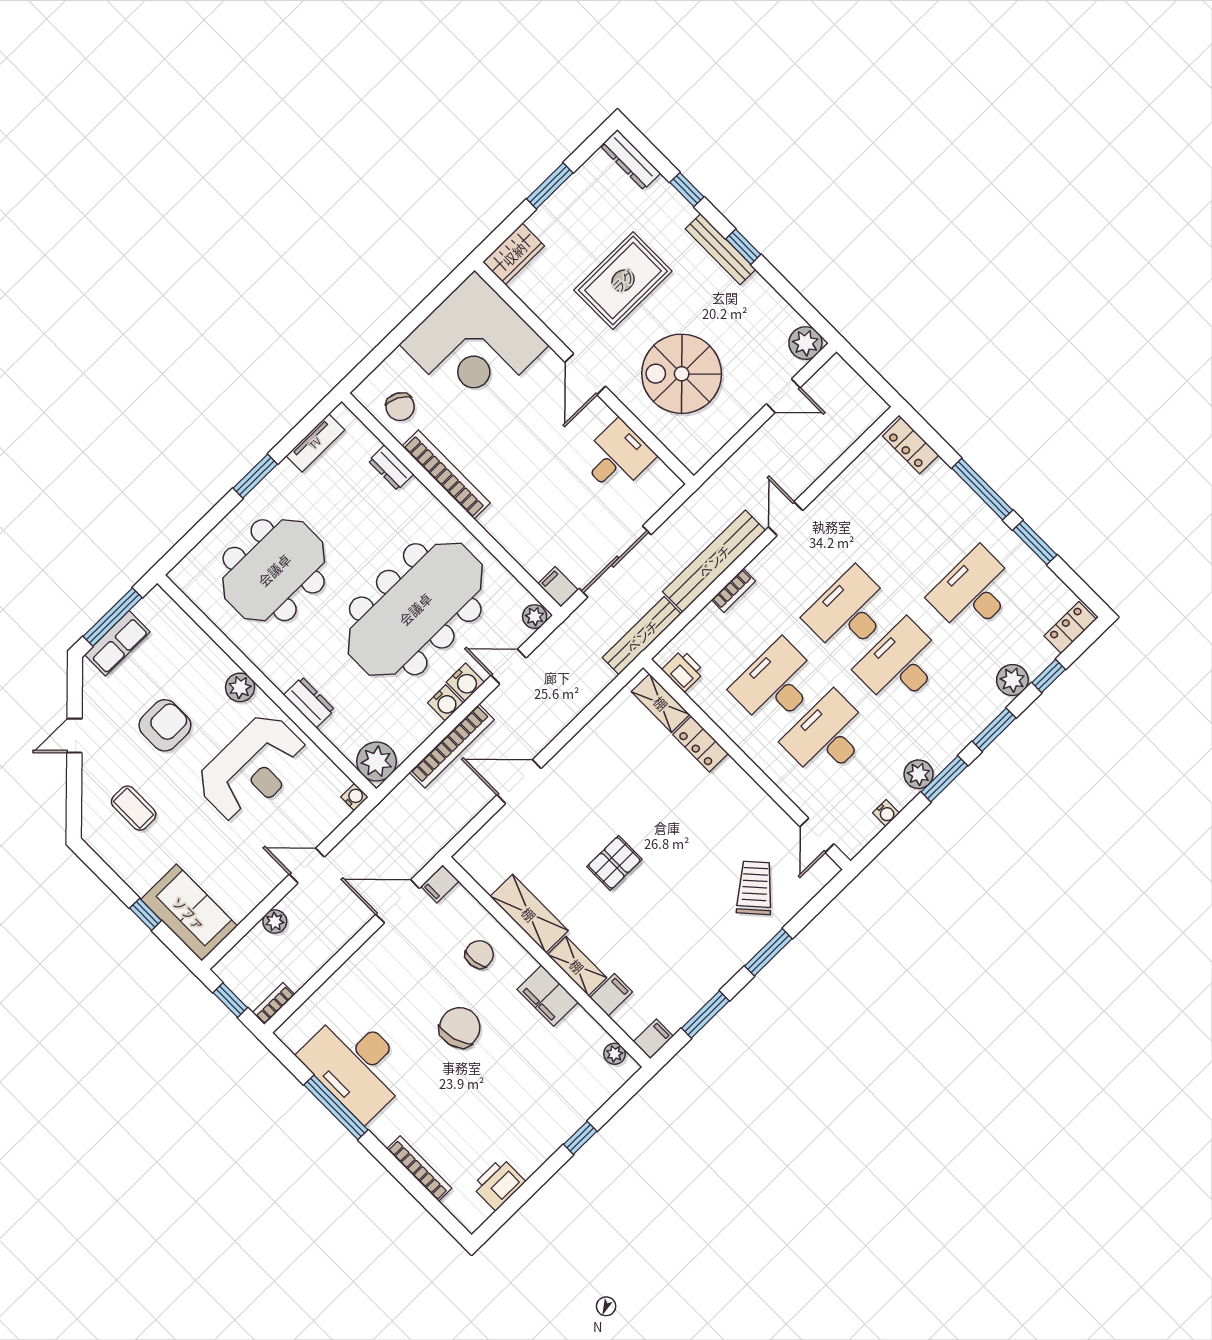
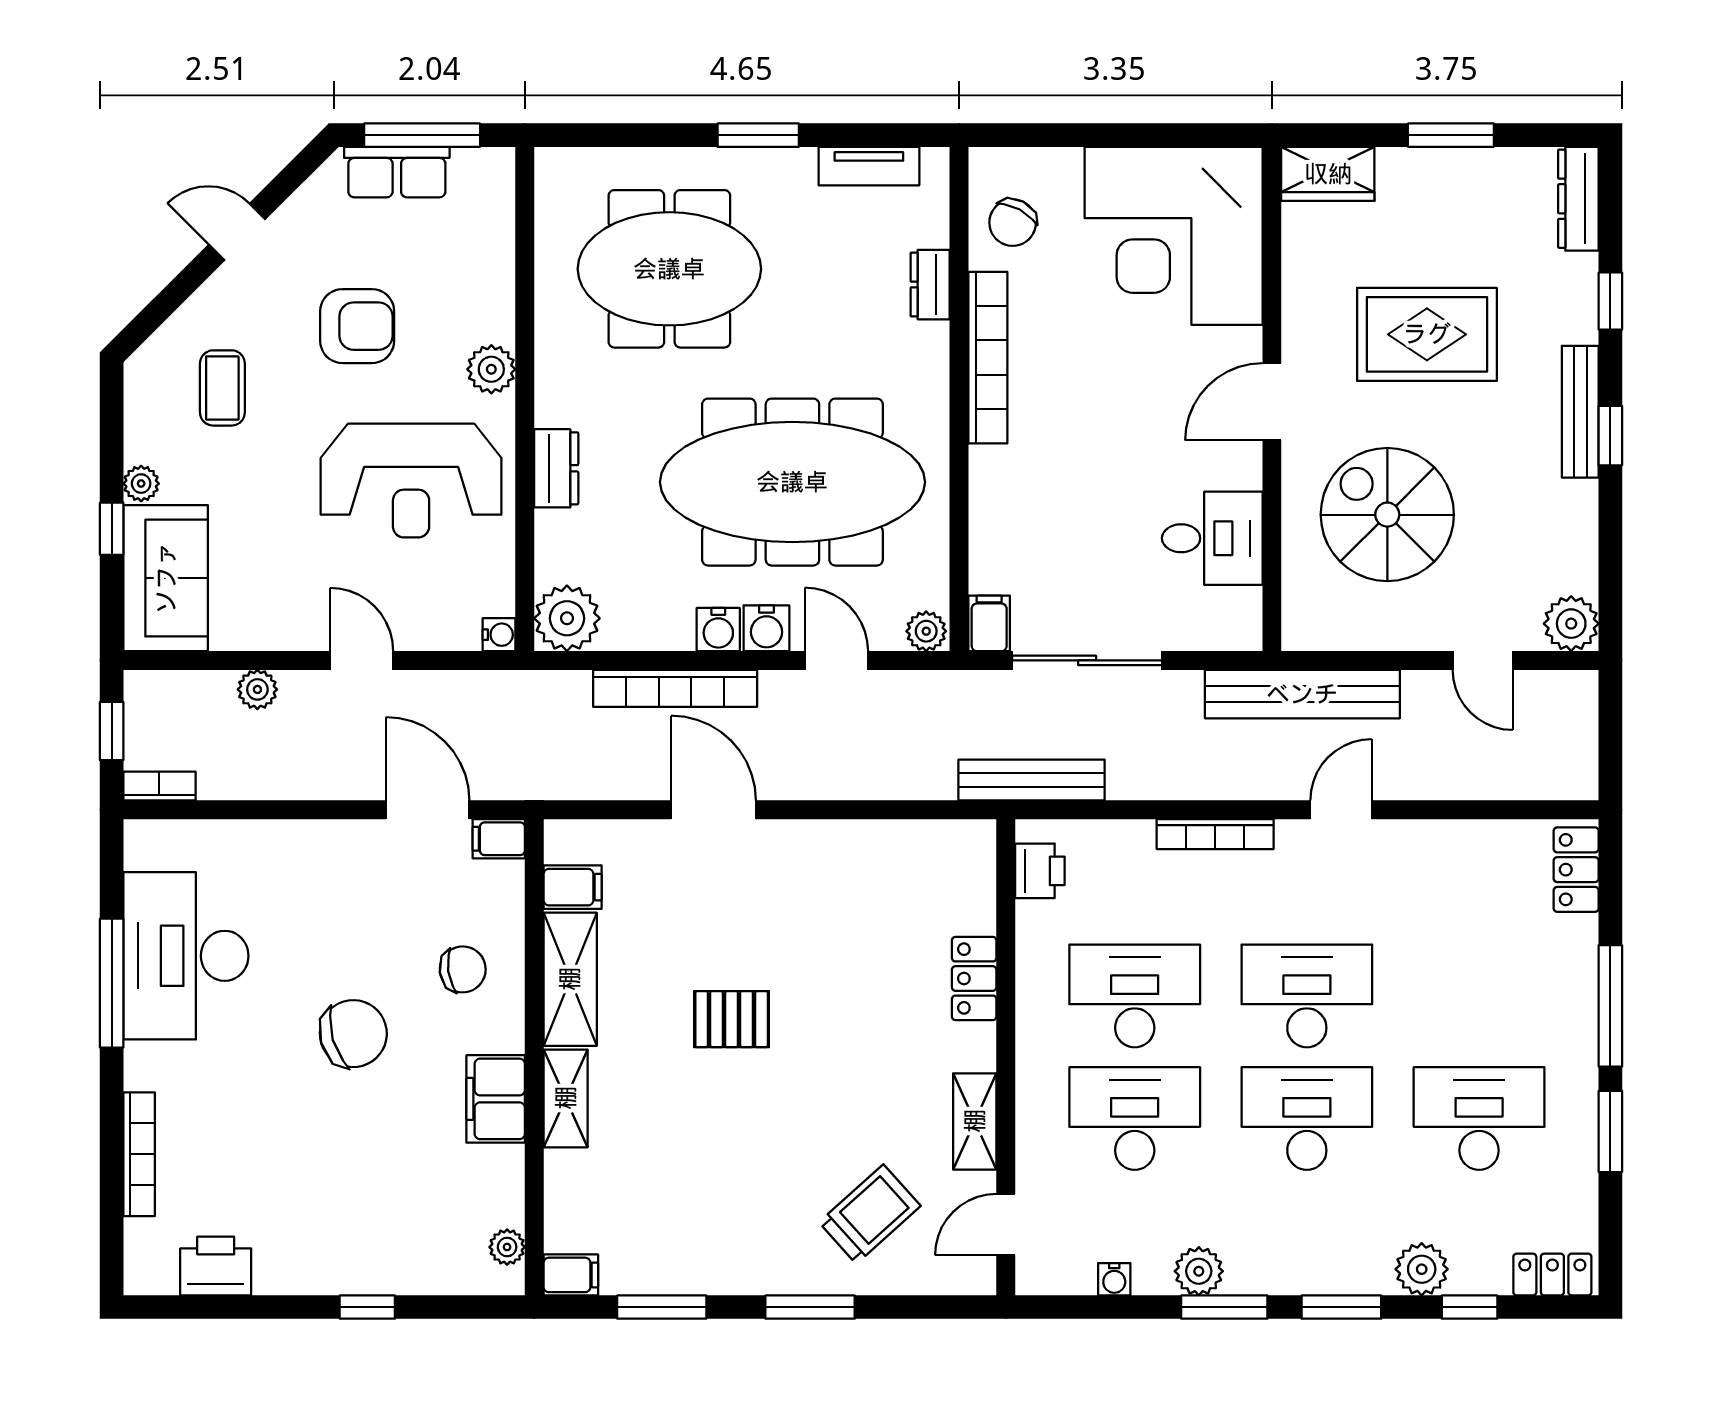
bench: (714, 561) -> (1302, 694), moved
bookcase: (733, 590) -> (1215, 834), width x1.56
shelving: (661, 703) -> (975, 1121), moved
plant: (139, 883) -> (141, 484), added
filing cabinet: (611, 995) -> (573, 887), moved

